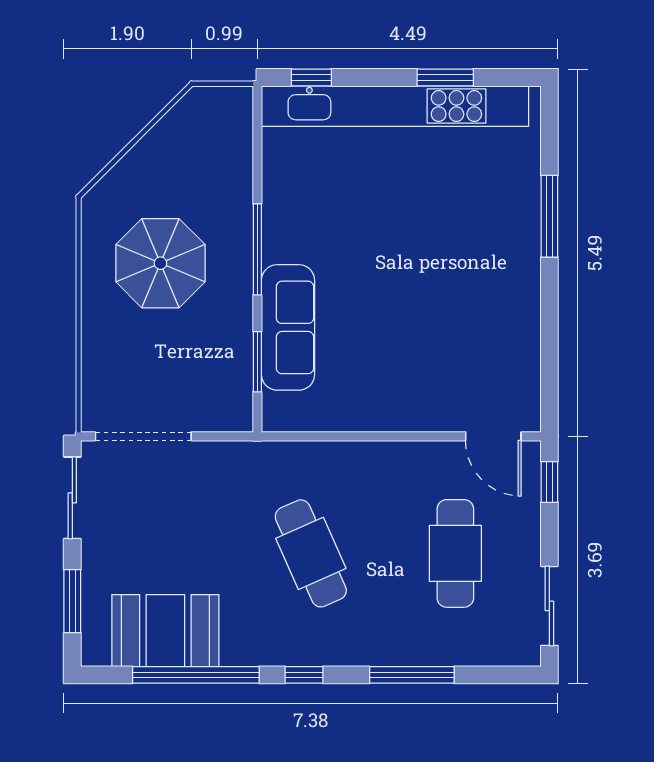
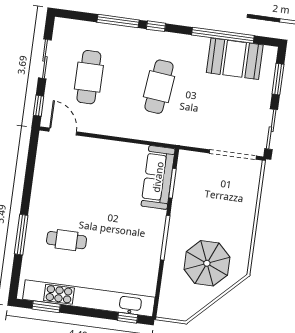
window: (445, 77) -> (46, 307), moved
cafe table: (456, 218) -> (67, 240), added
parasol: (160, 263) -> (207, 263), moved
sofa: (288, 327) -> (158, 177), moved
cafe table: (311, 553) -> (159, 87), turned 30
sliding door: (549, 606) -> (45, 59), moved
window: (304, 675) -> (156, 26), moved

